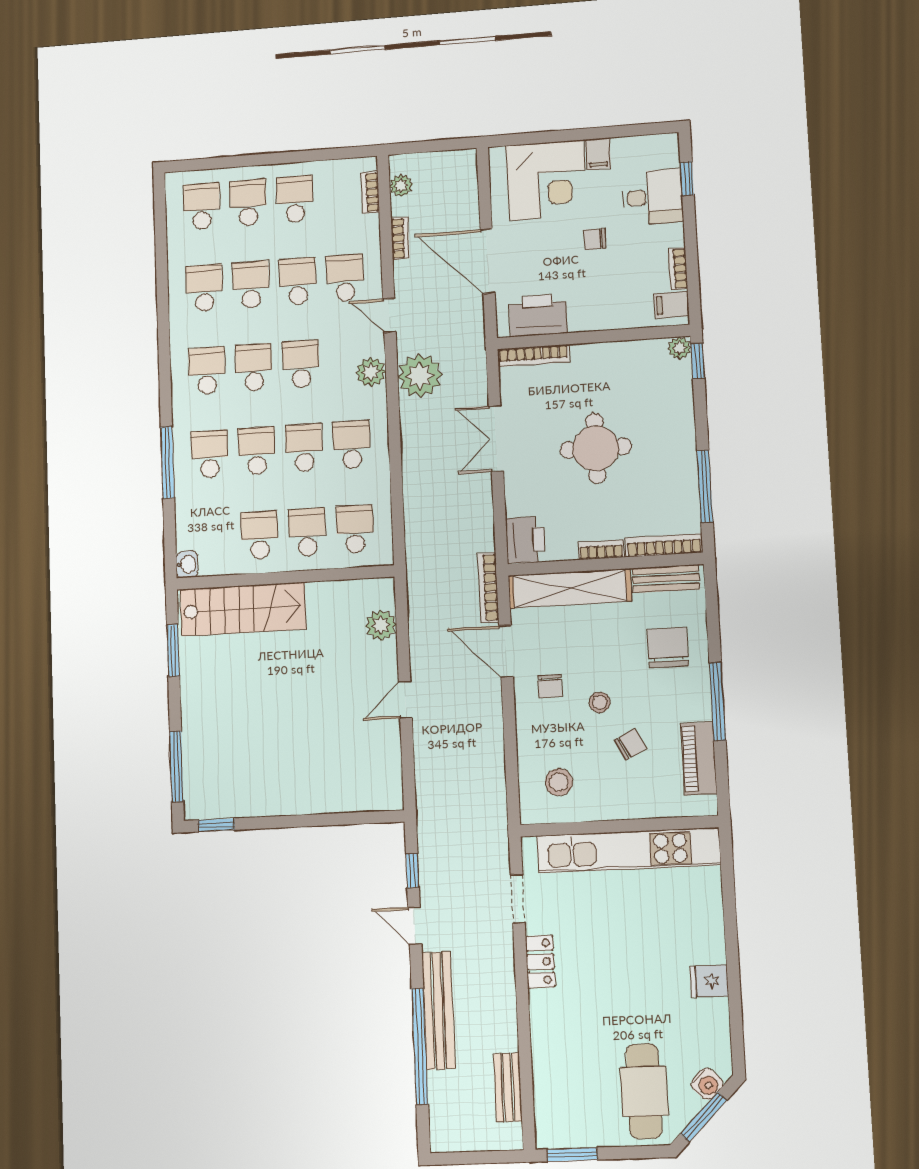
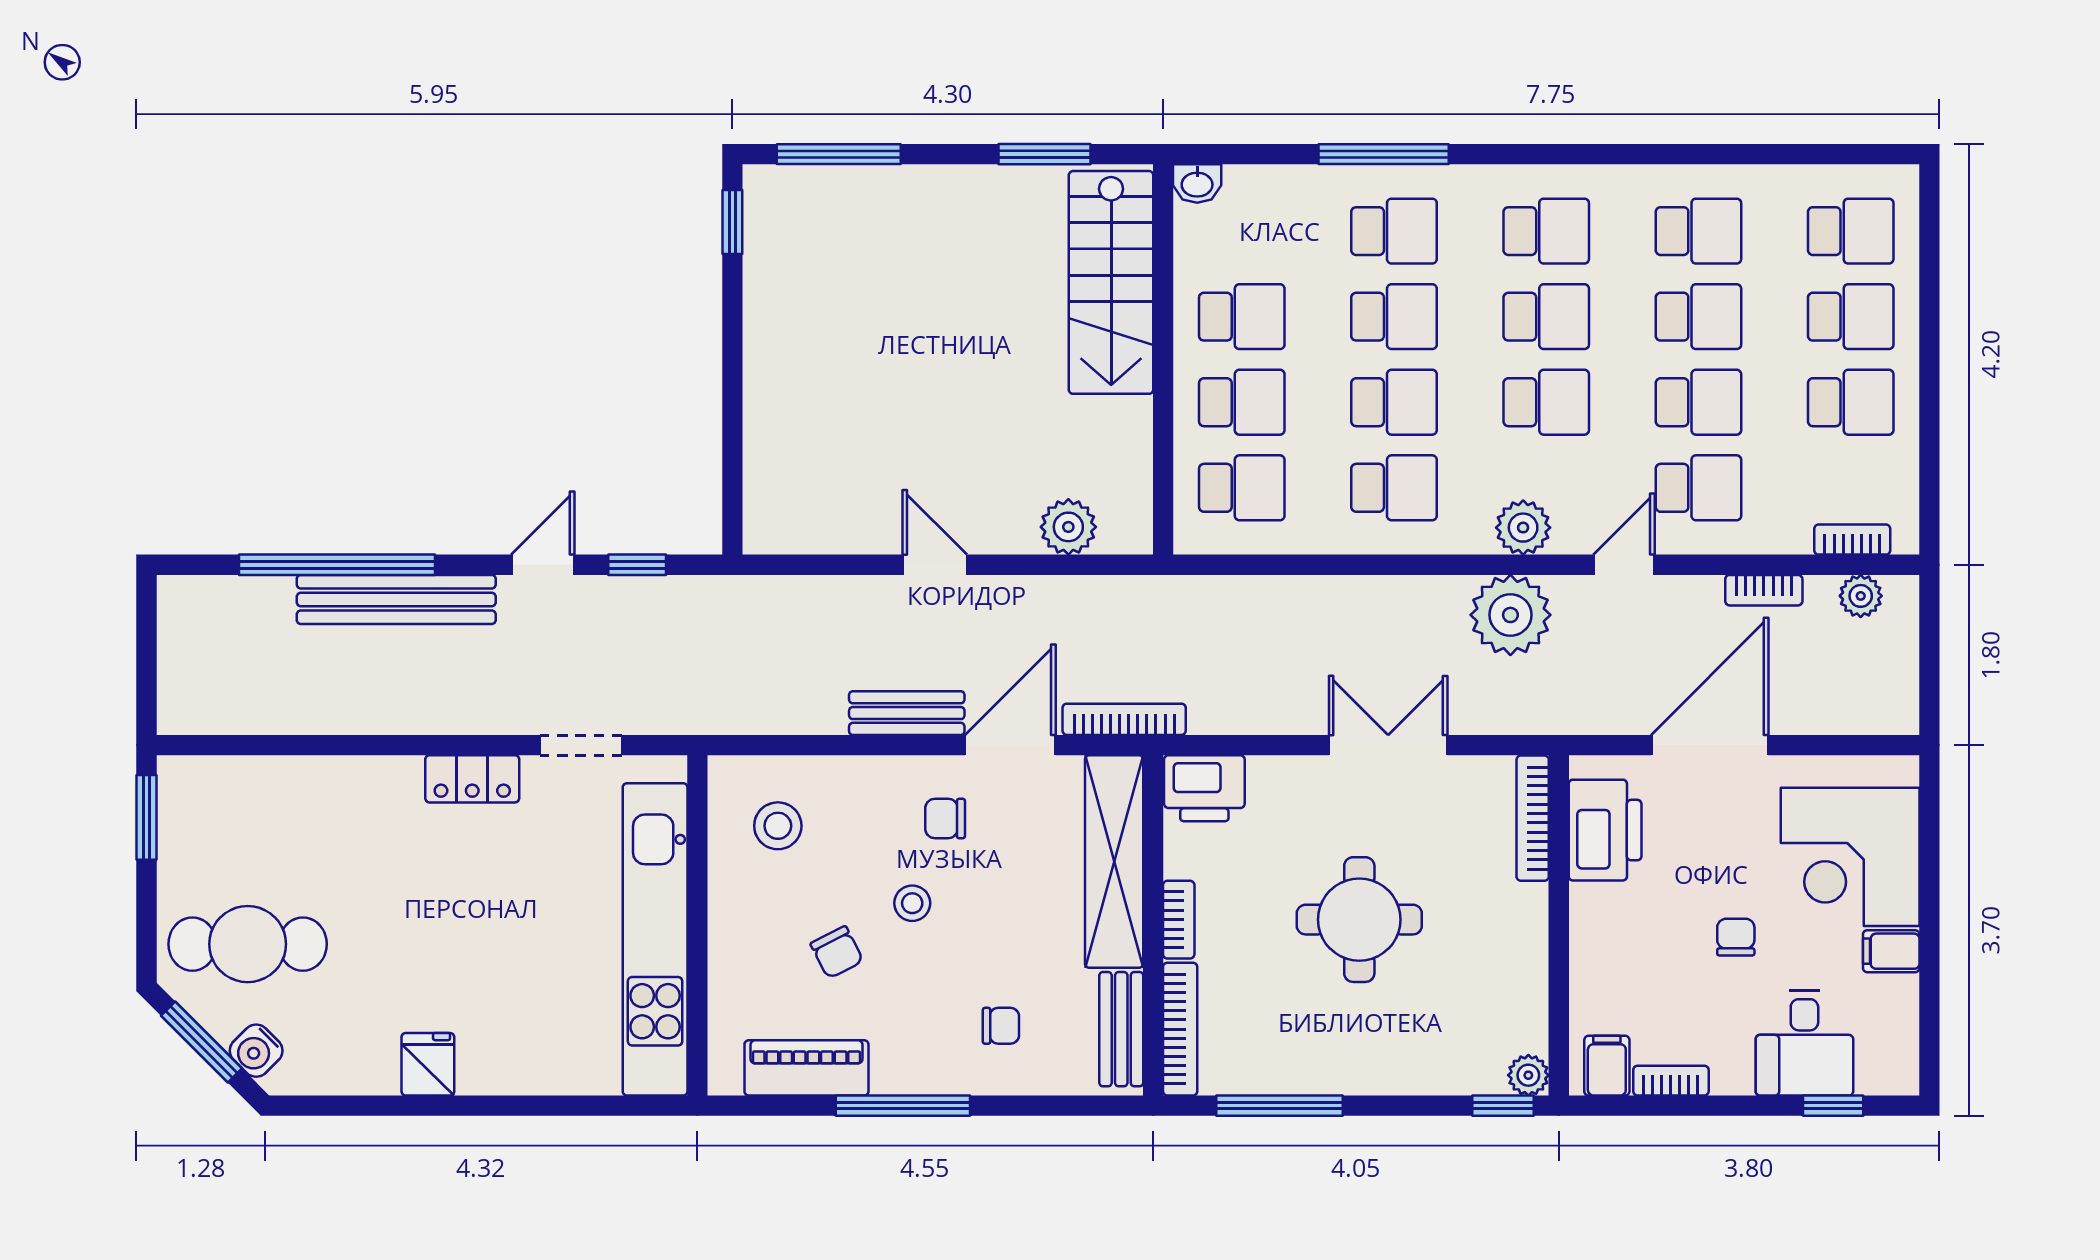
chair: (668, 648) -> (1001, 1026), width x0.54, depth x0.54
bench: (508, 1087) -> (907, 713), moved

